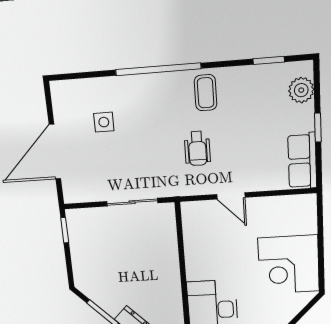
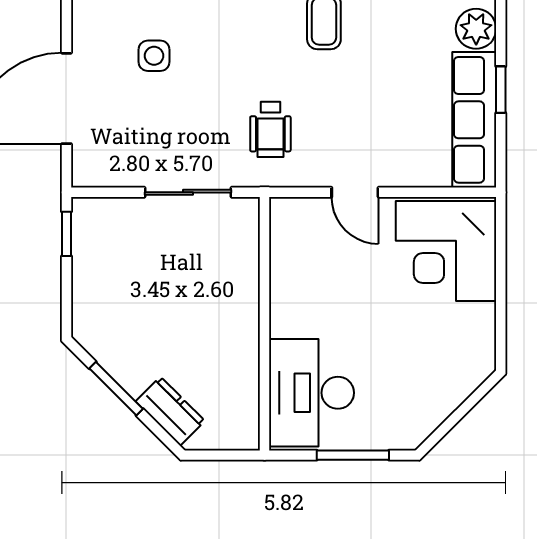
wheelchair: (197, 148) -> (270, 129), moved
row of seats: (302, 161) -> (474, 120), width x1.48
corner desk: (289, 265) -> (446, 251), moved

